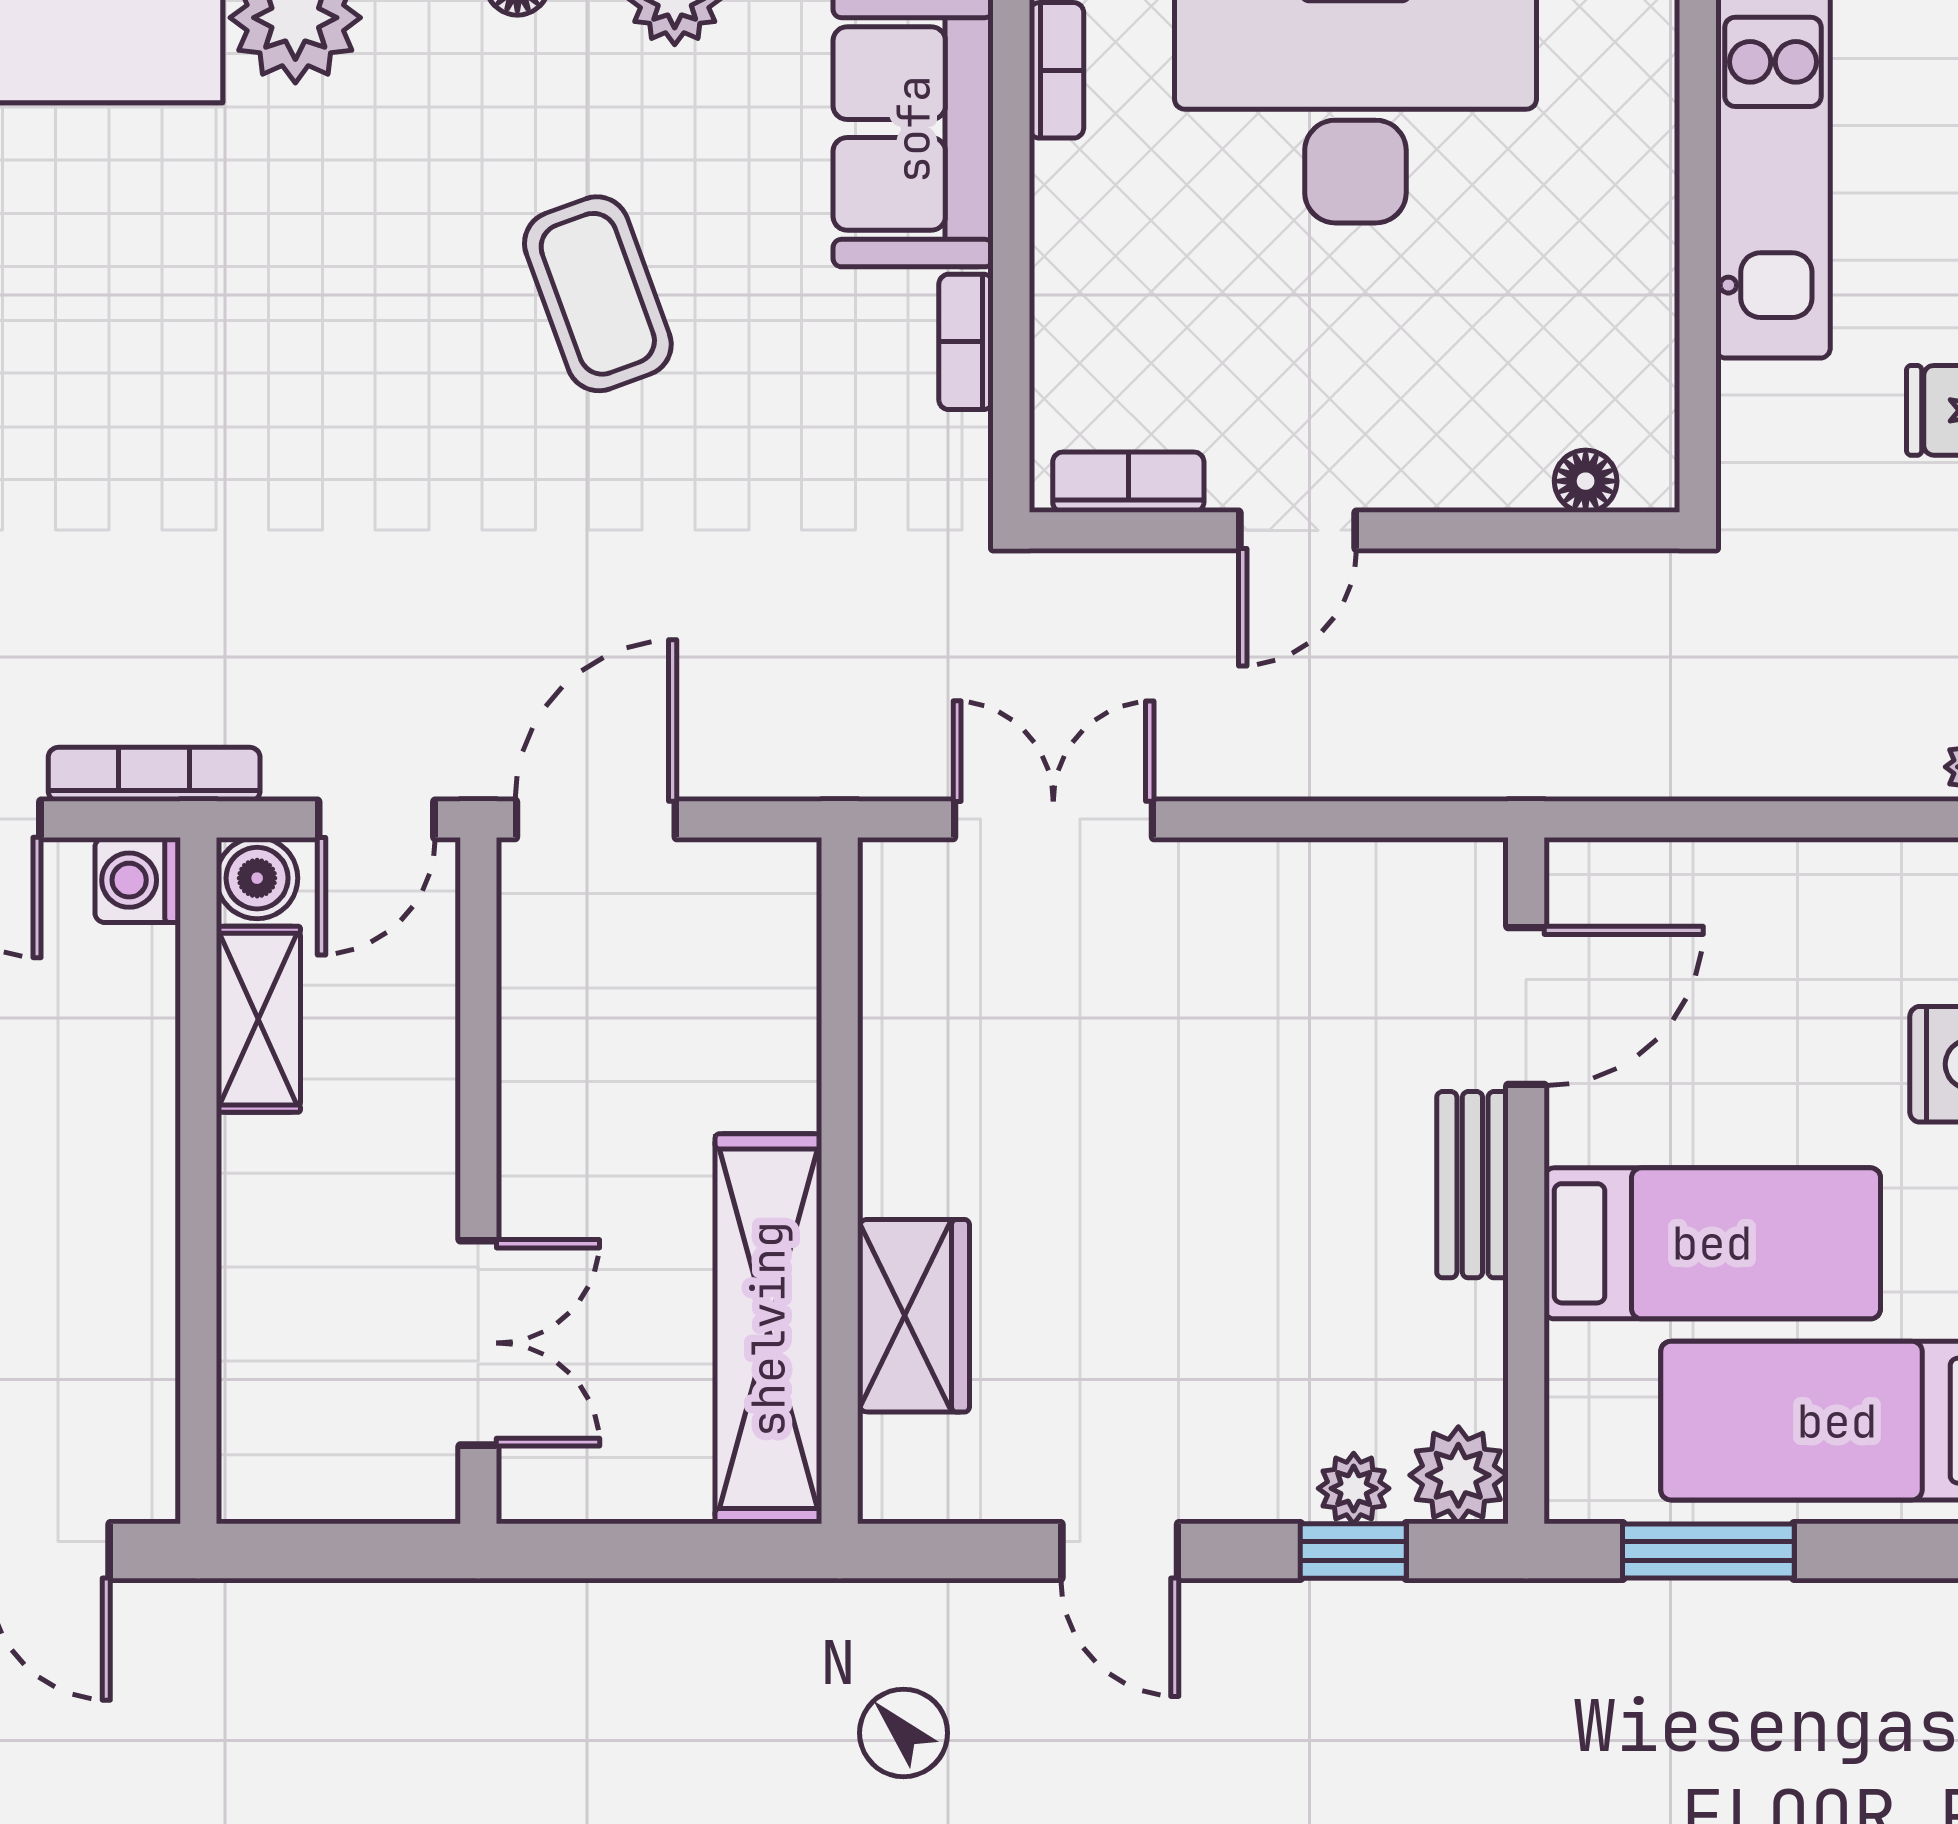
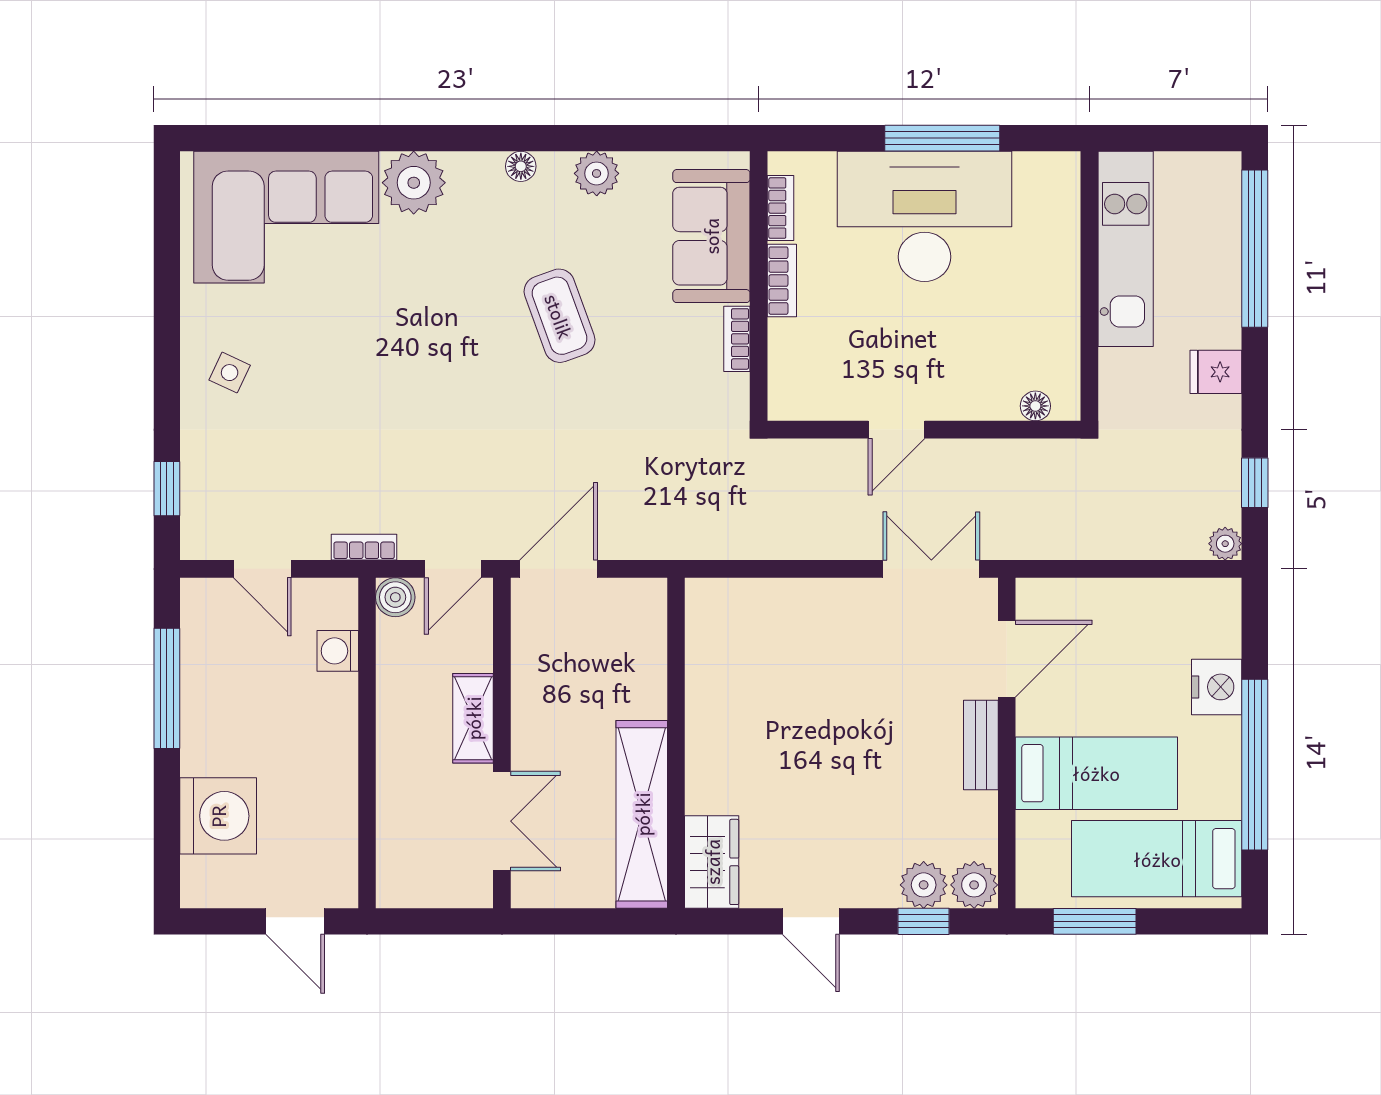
bookcase: (1128, 482) -> (782, 281), moved, turned 90
bookcase: (154, 774) -> (364, 547), width x0.64
double door: (1053, 819) -> (931, 569), moved
washing machine: (138, 880) -> (338, 651), moved
shelving: (258, 1019) -> (473, 718), moved
wardrobe: (914, 1316) -> (712, 862), moved
plant: (1354, 1488) -> (924, 885), width x1.38, depth x1.38

